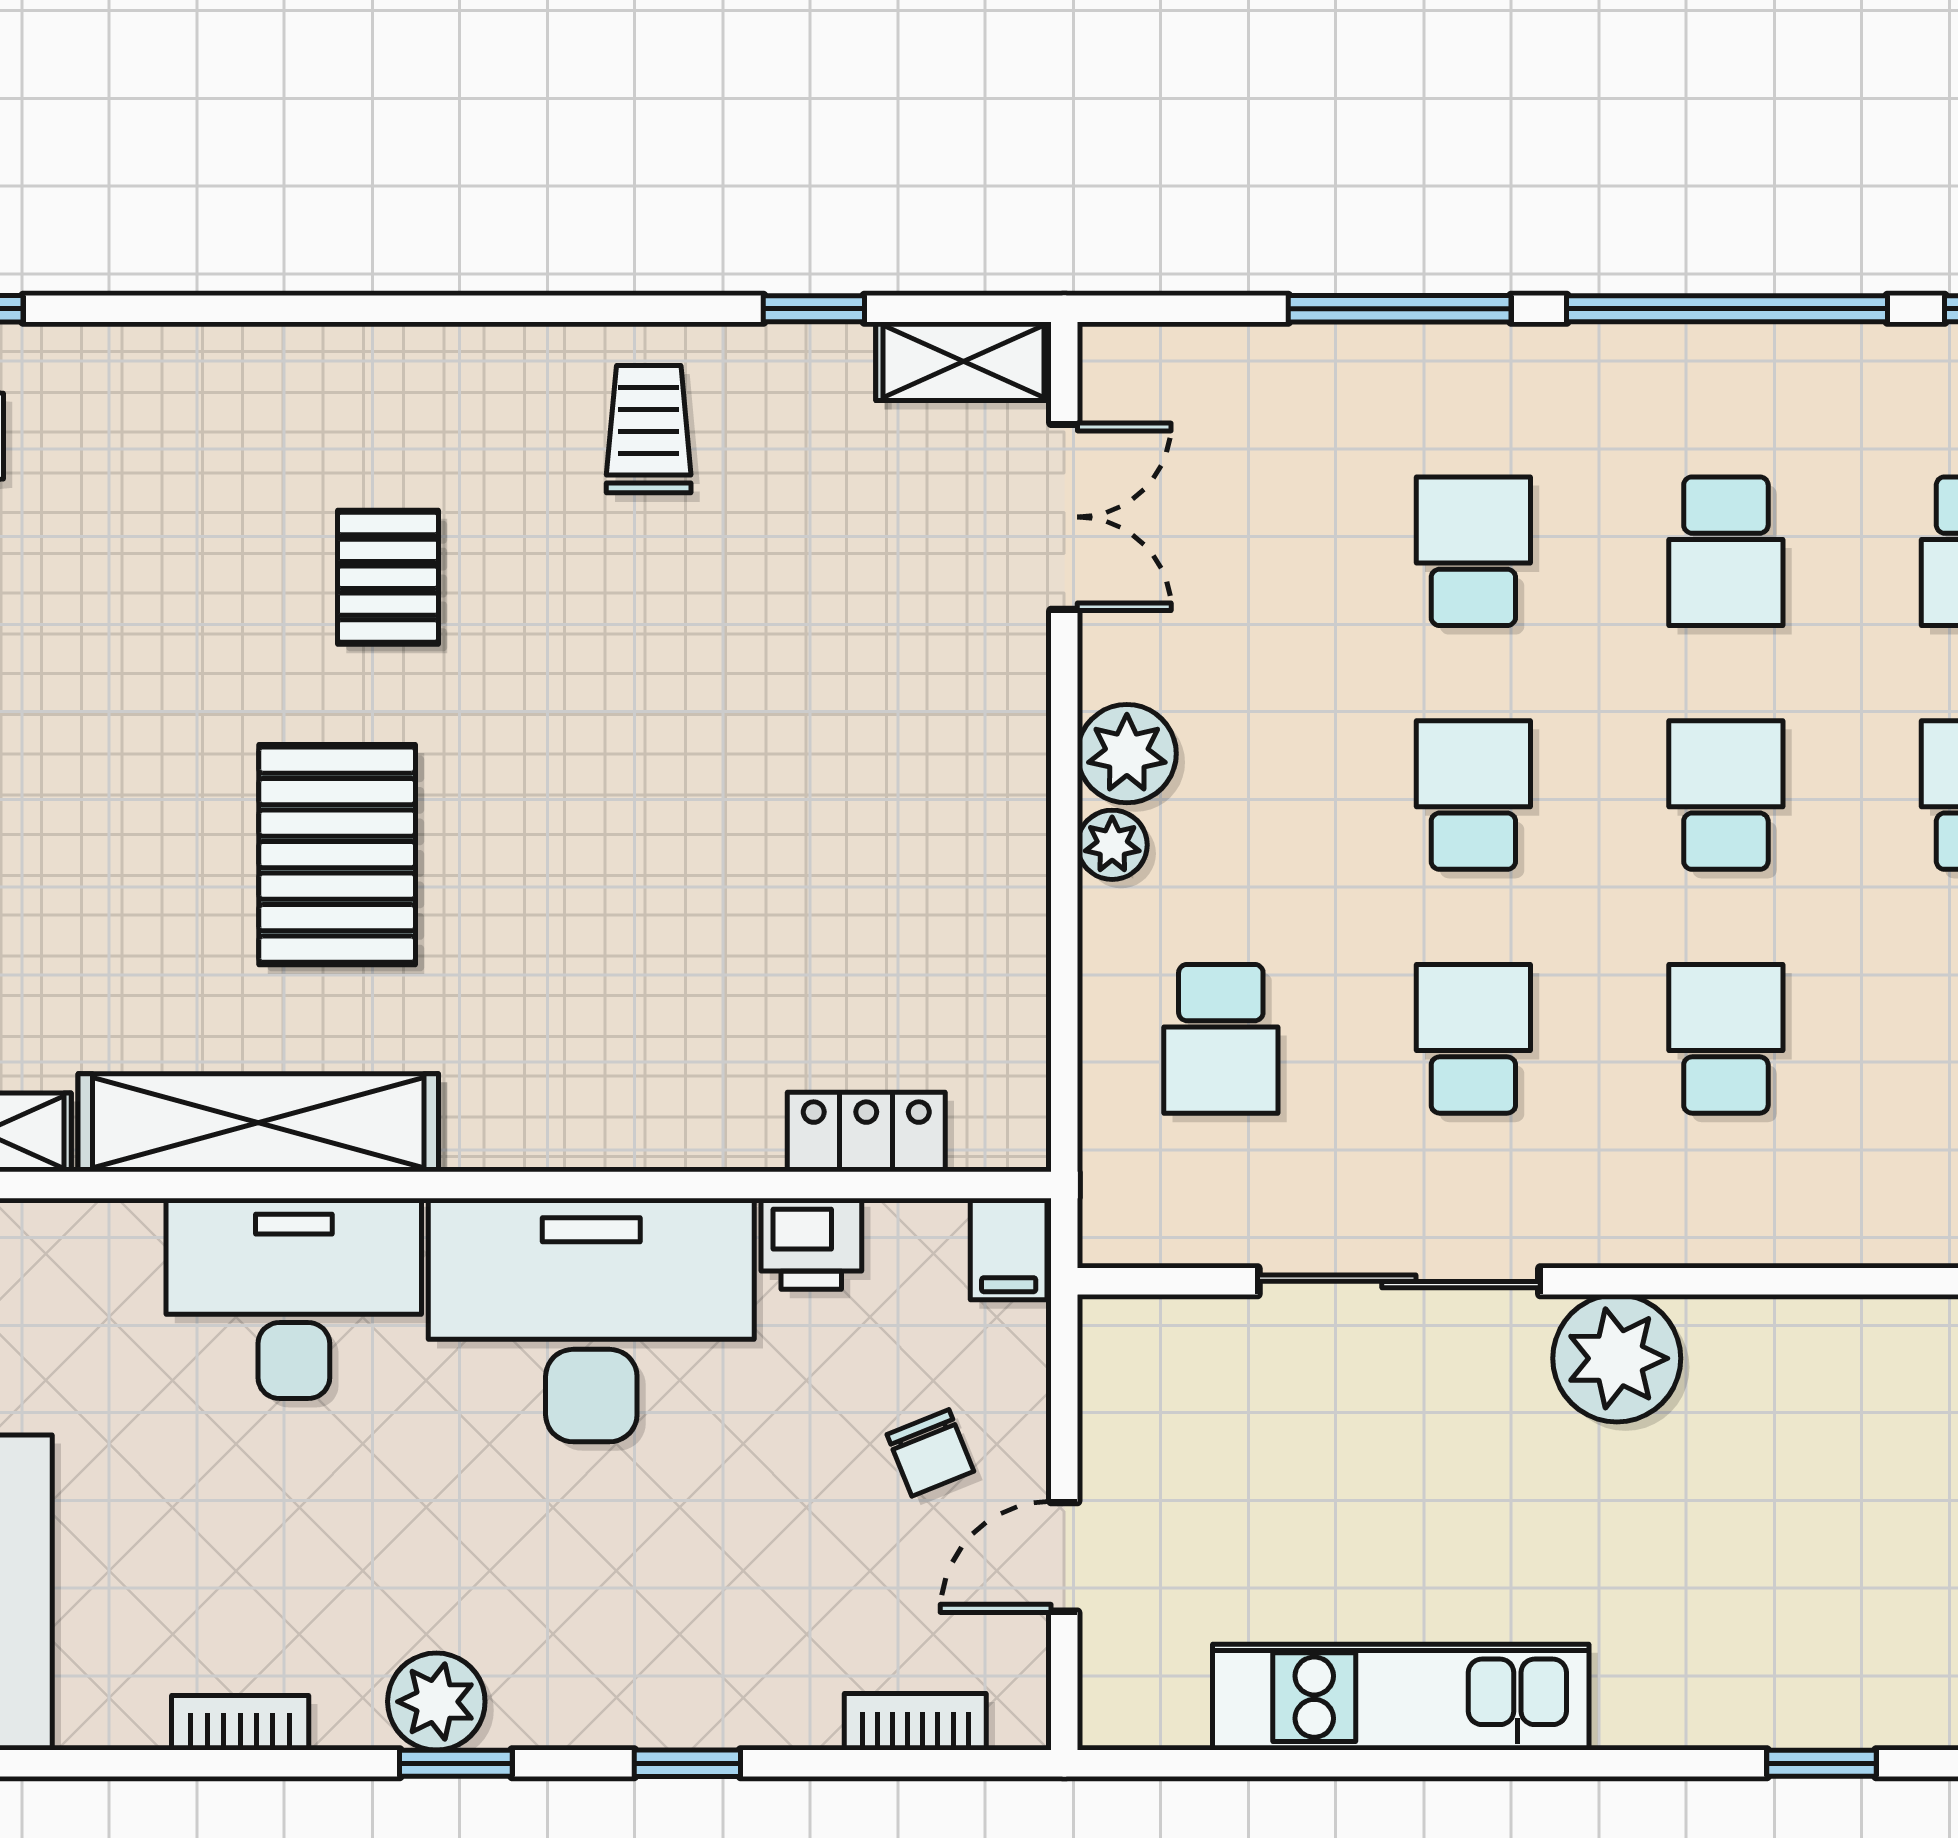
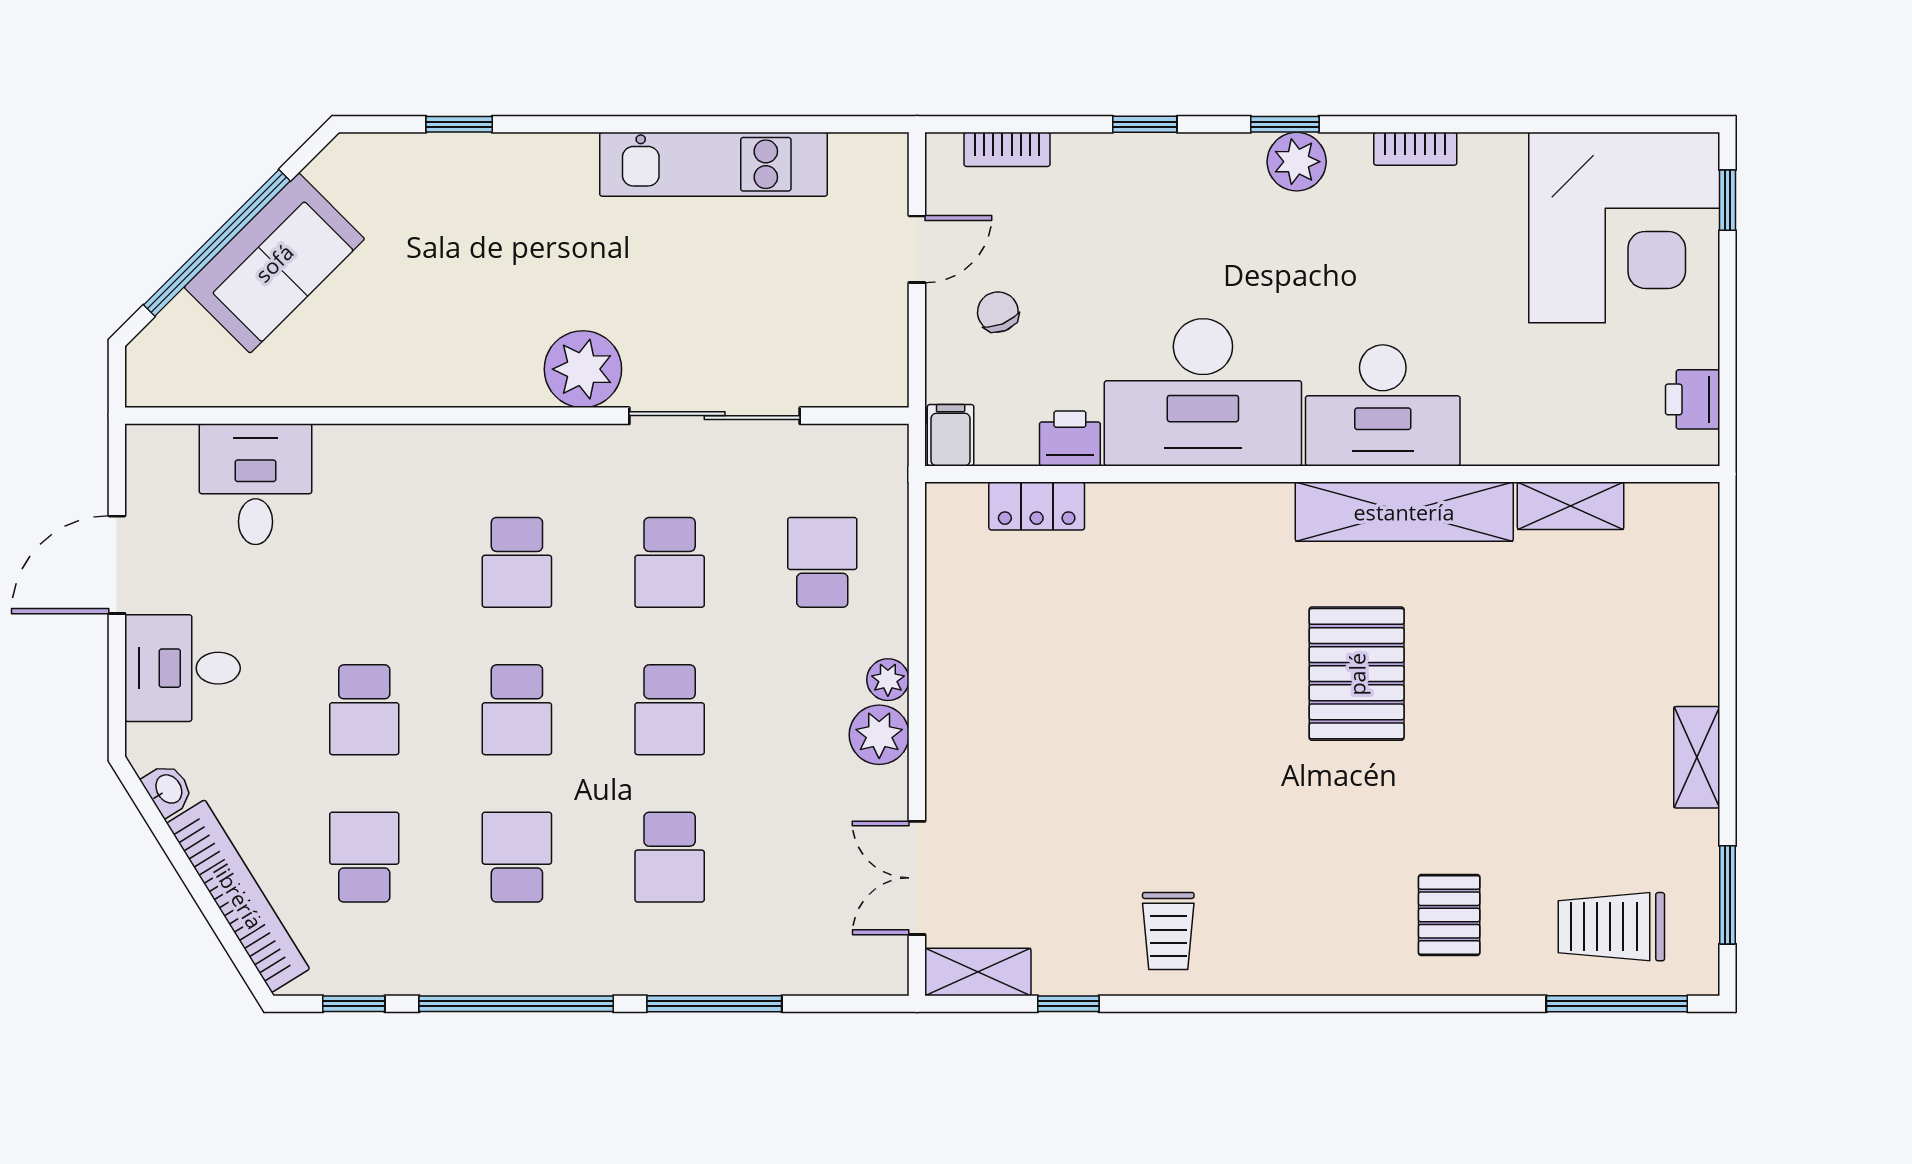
pallet: (388, 577) -> (1449, 915), moved

